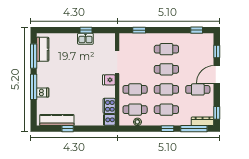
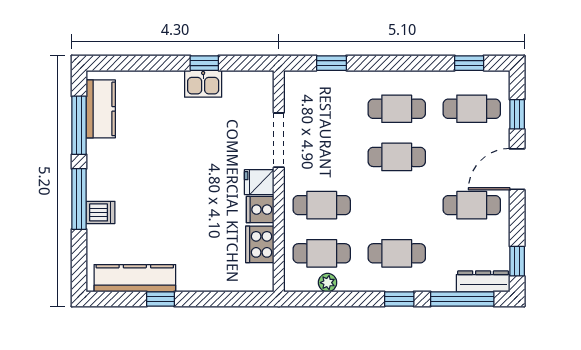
cafe table: (166, 89) -> (472, 109), moved
cooker: (109, 120) -> (260, 210), moved

